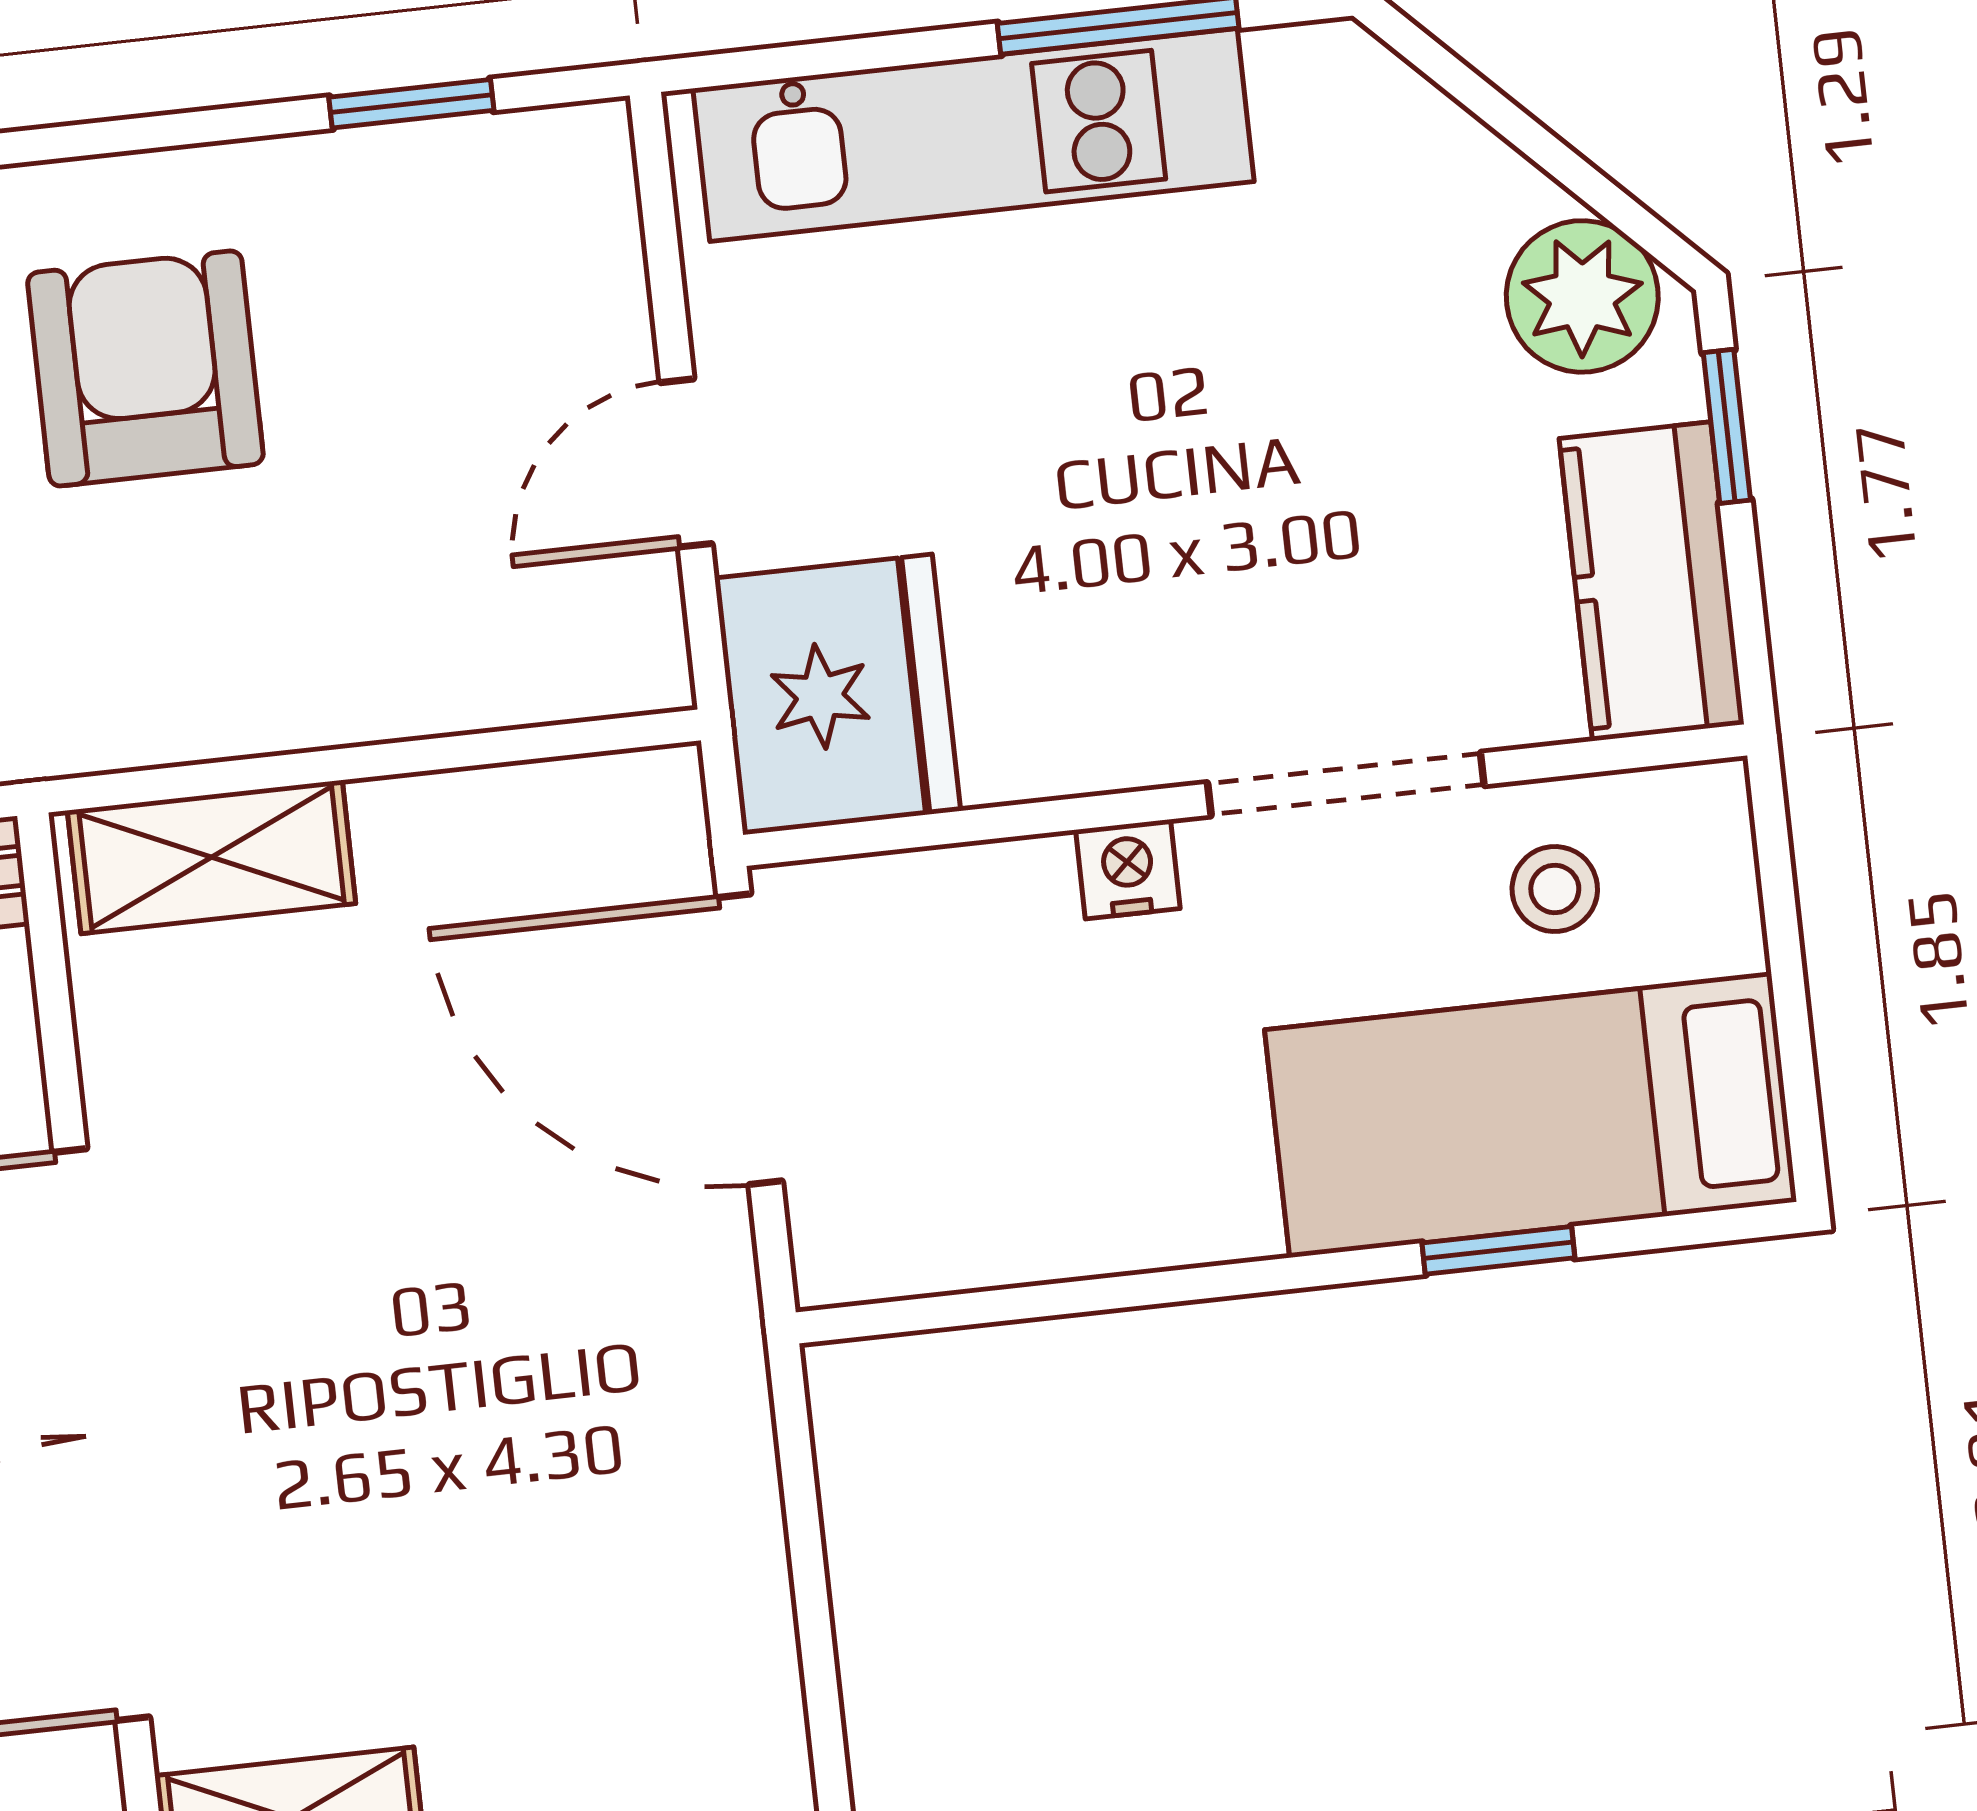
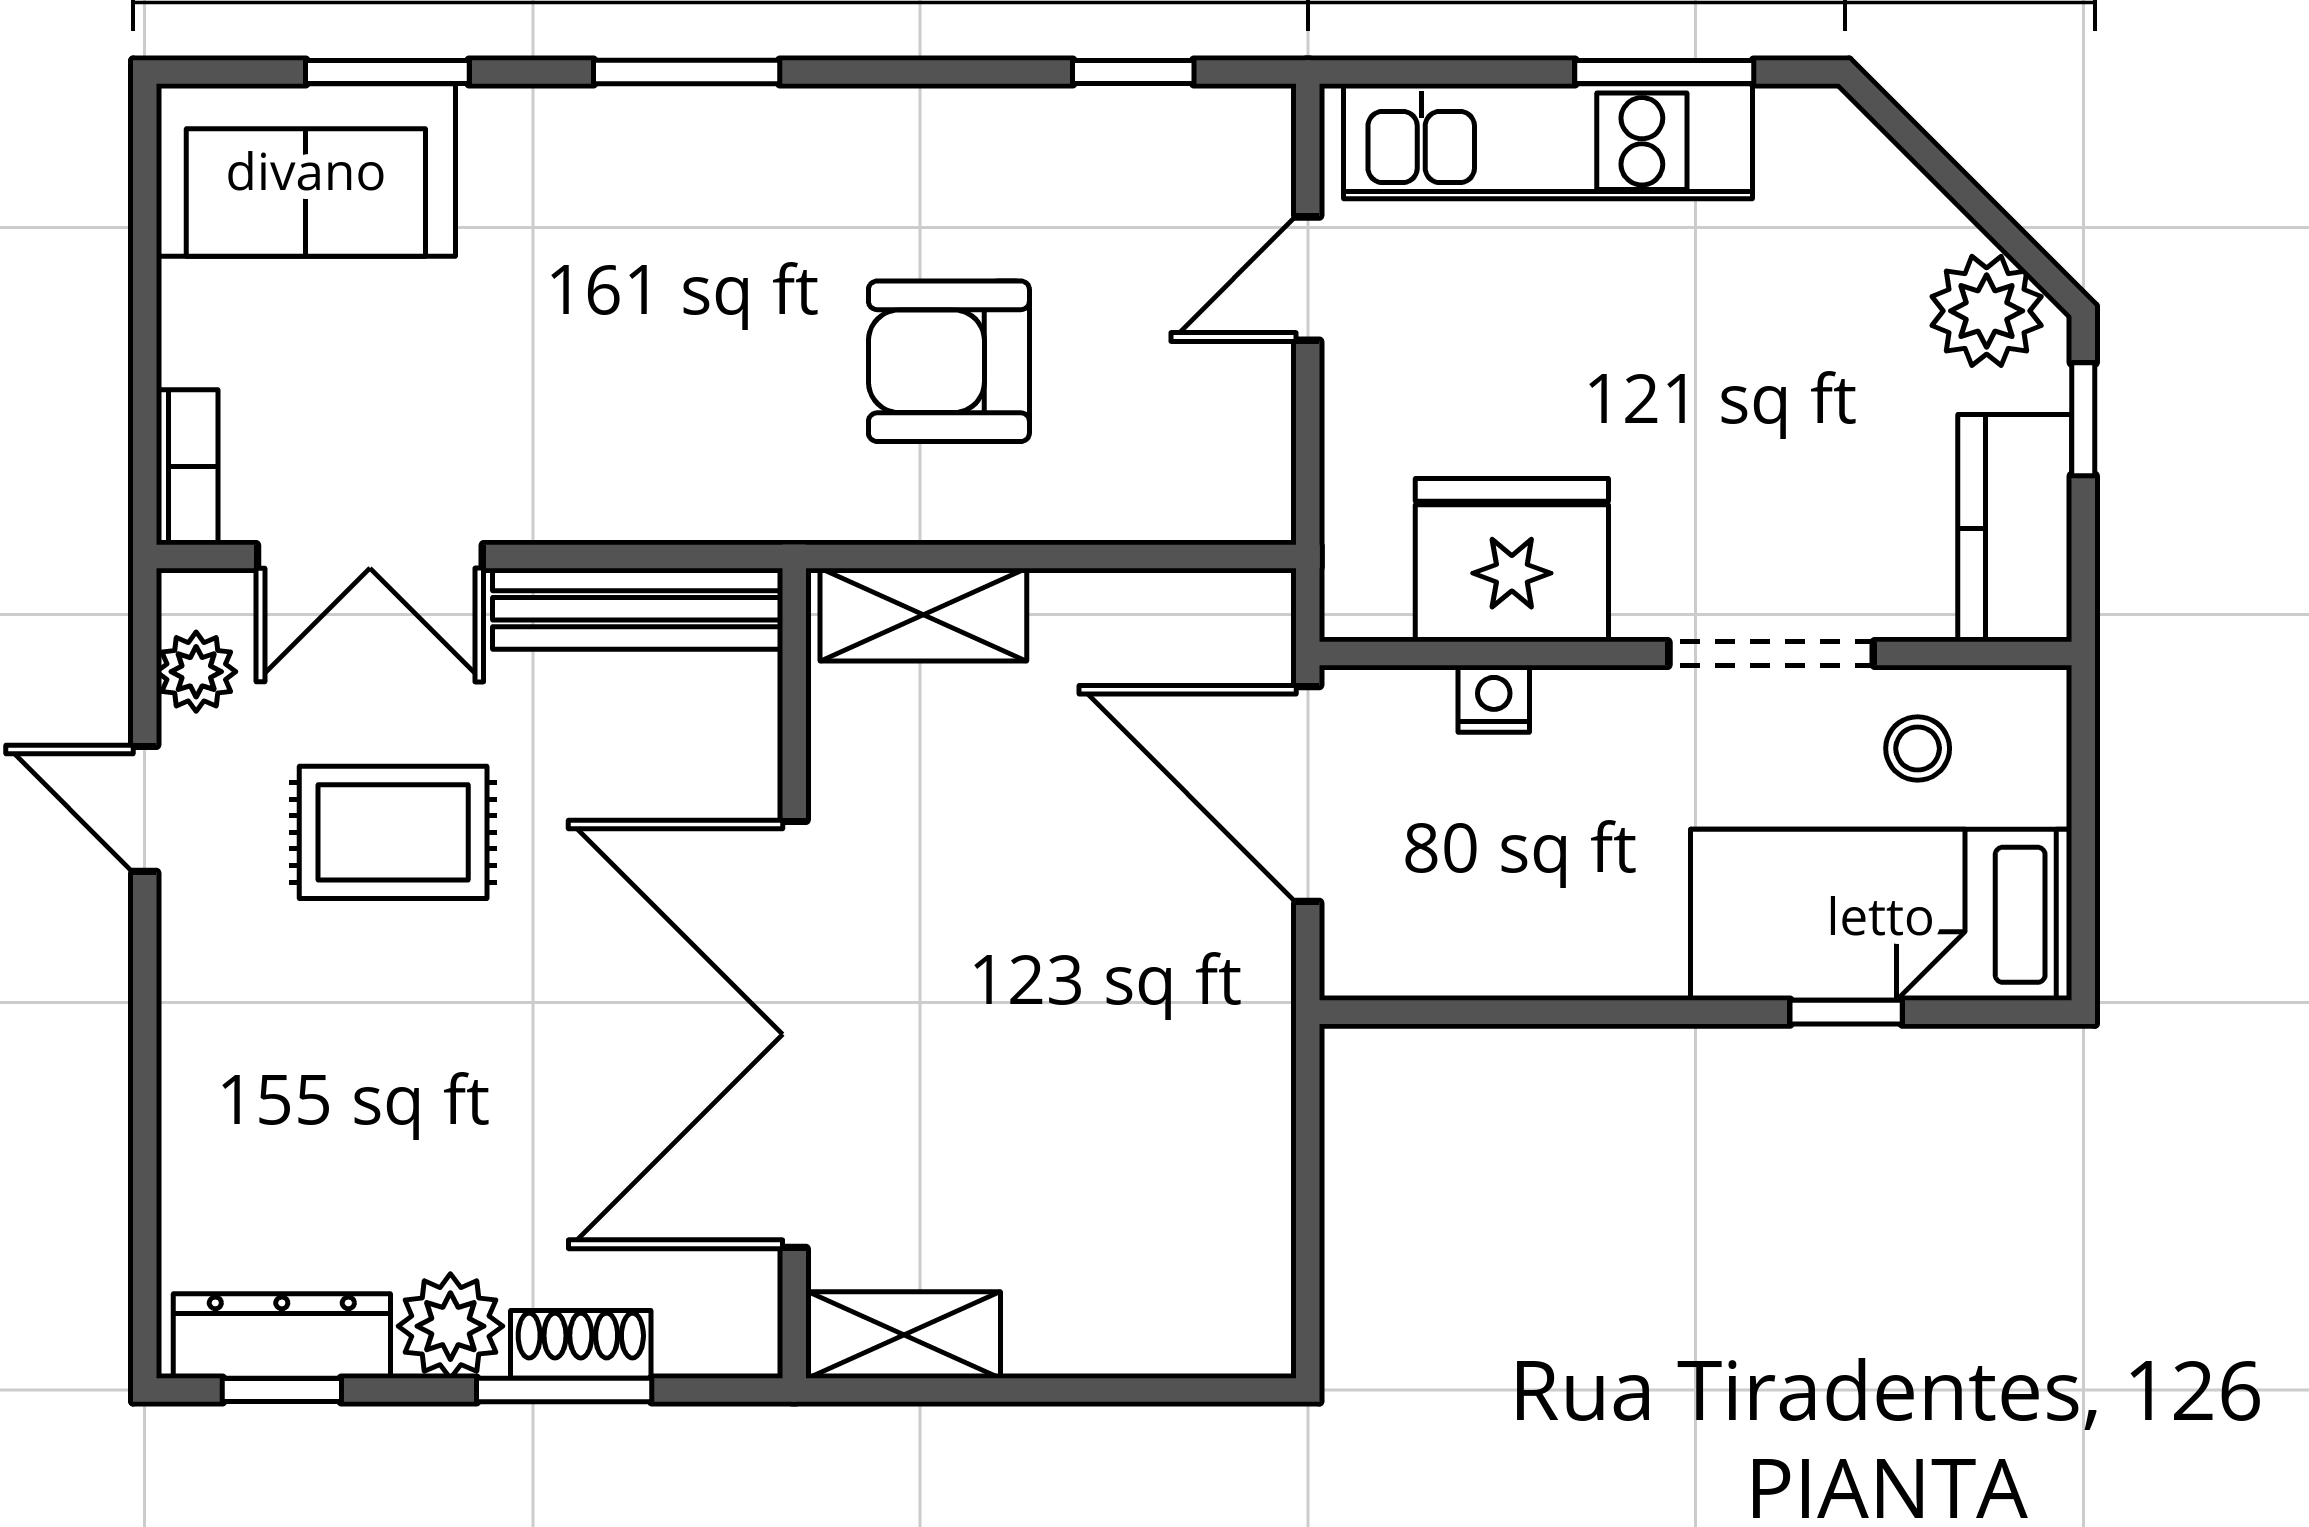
armchair: (145, 368) -> (949, 361), moved, turned -90
door: (686, 463) -> (1308, 279), moved
fridge: (838, 694) -> (1512, 560), moved, turned -90
nightstand: (1128, 869) -> (1494, 699), moved

